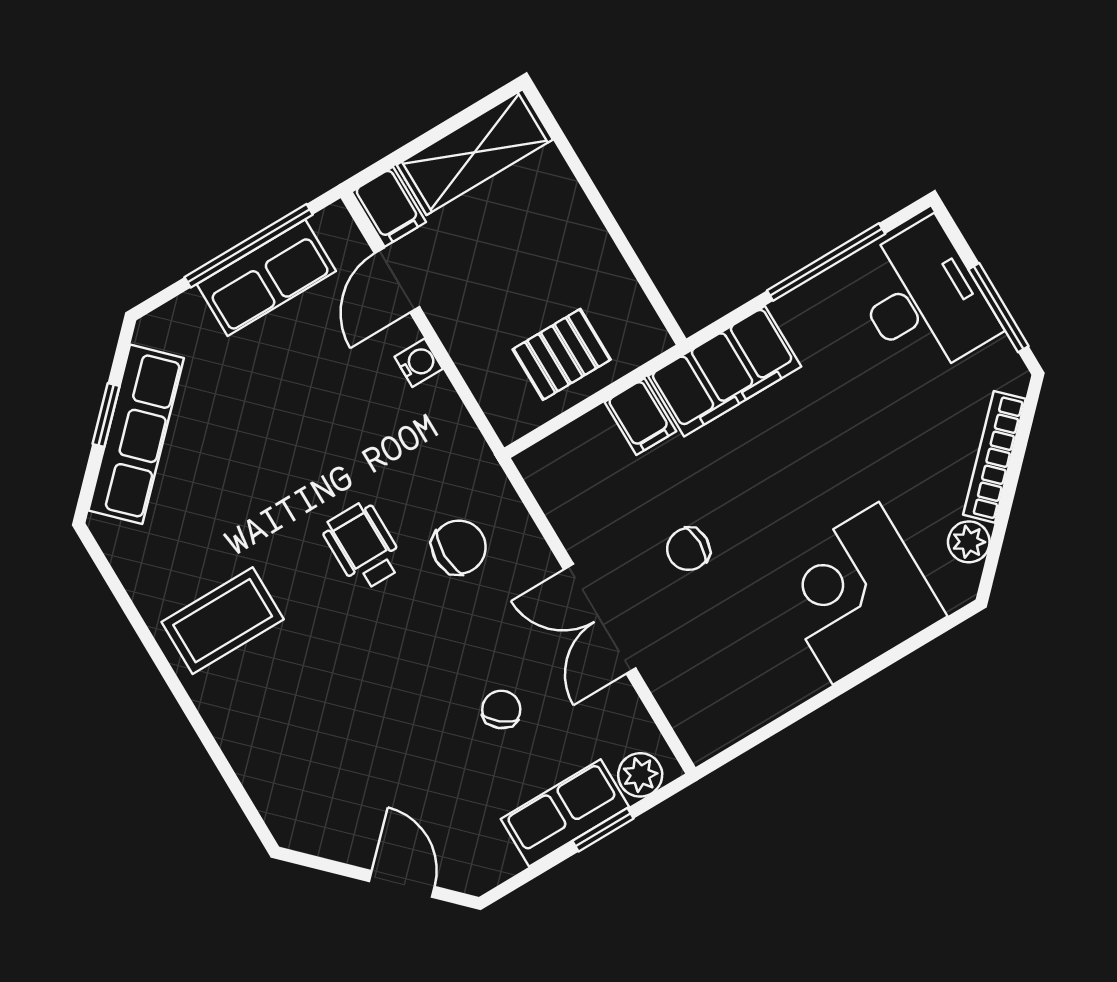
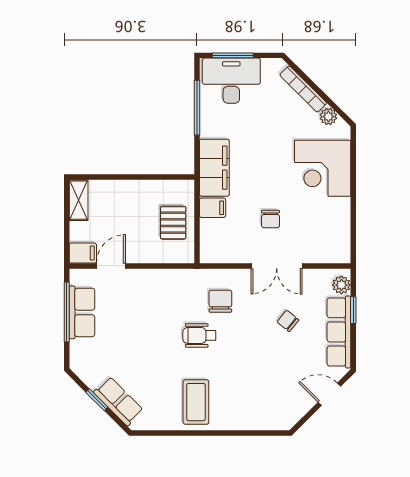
shelving: (475, 152) -> (79, 200), width x0.67, depth x0.75
door: (397, 280) -> (111, 266), swing flipped
window: (999, 308) -> (233, 55), moved
water cooler: (419, 363) -> (145, 276), removed
row of seats: (136, 434) -> (118, 401), width x0.68
row of seats: (565, 813) -> (339, 332), width x1.48

